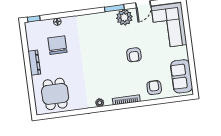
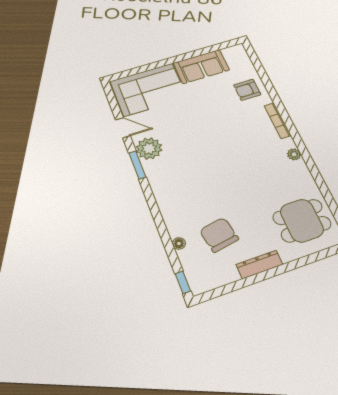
chair: (57, 45) -> (219, 235), turned 80
armchair: (134, 55) -> (205, 124), removed
sofa: (182, 76) -> (201, 66), moved

